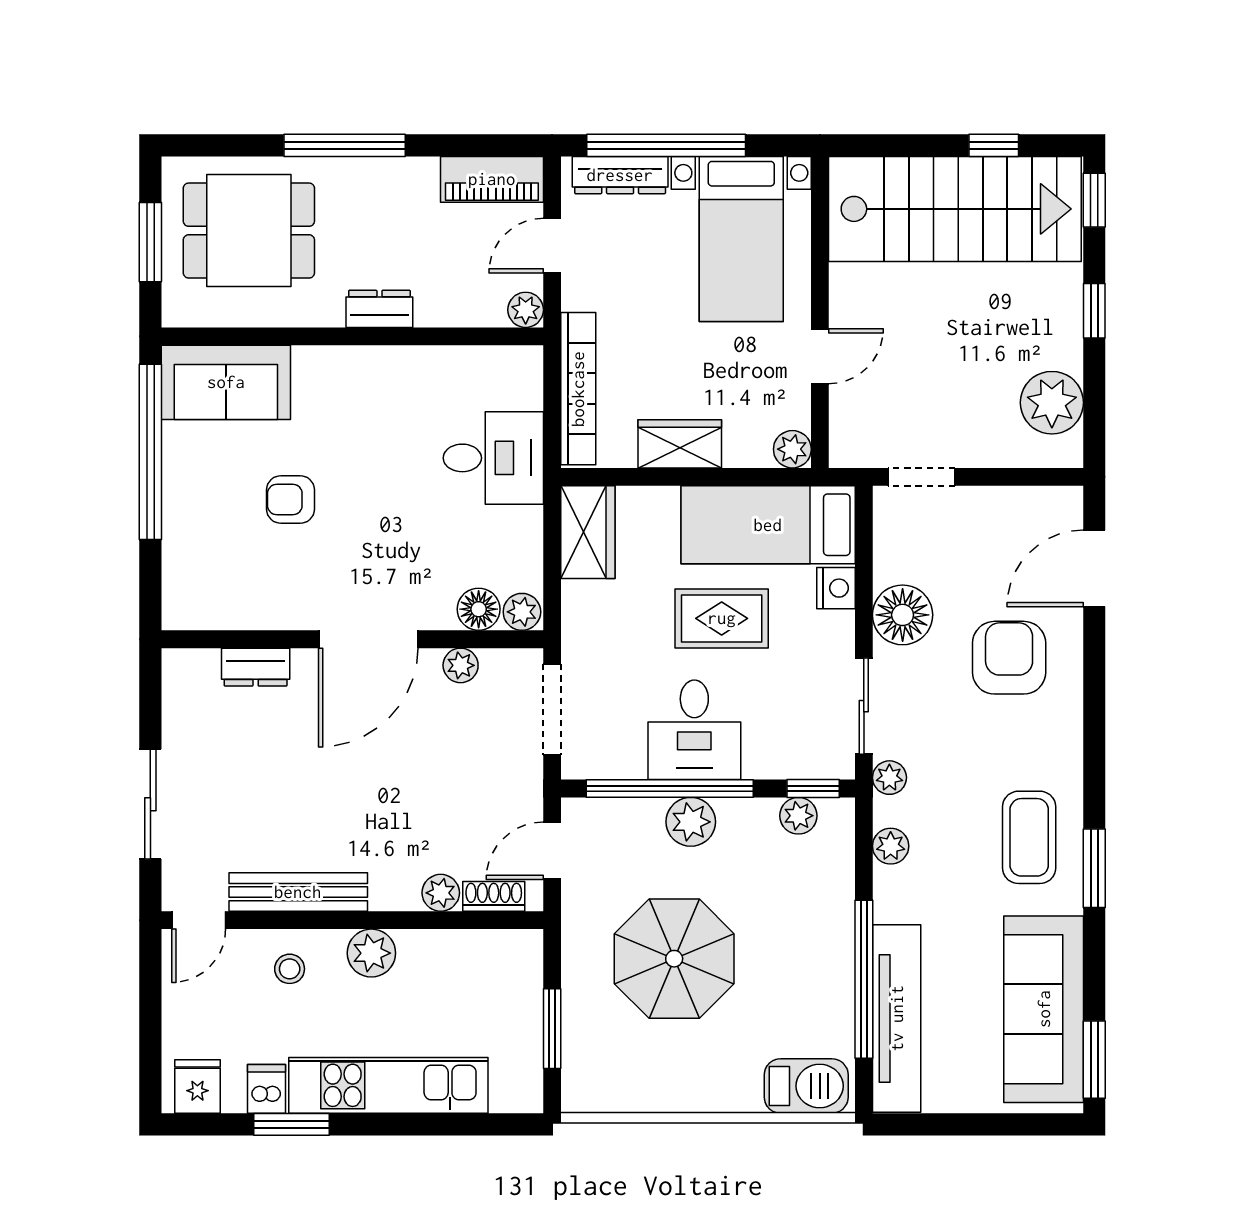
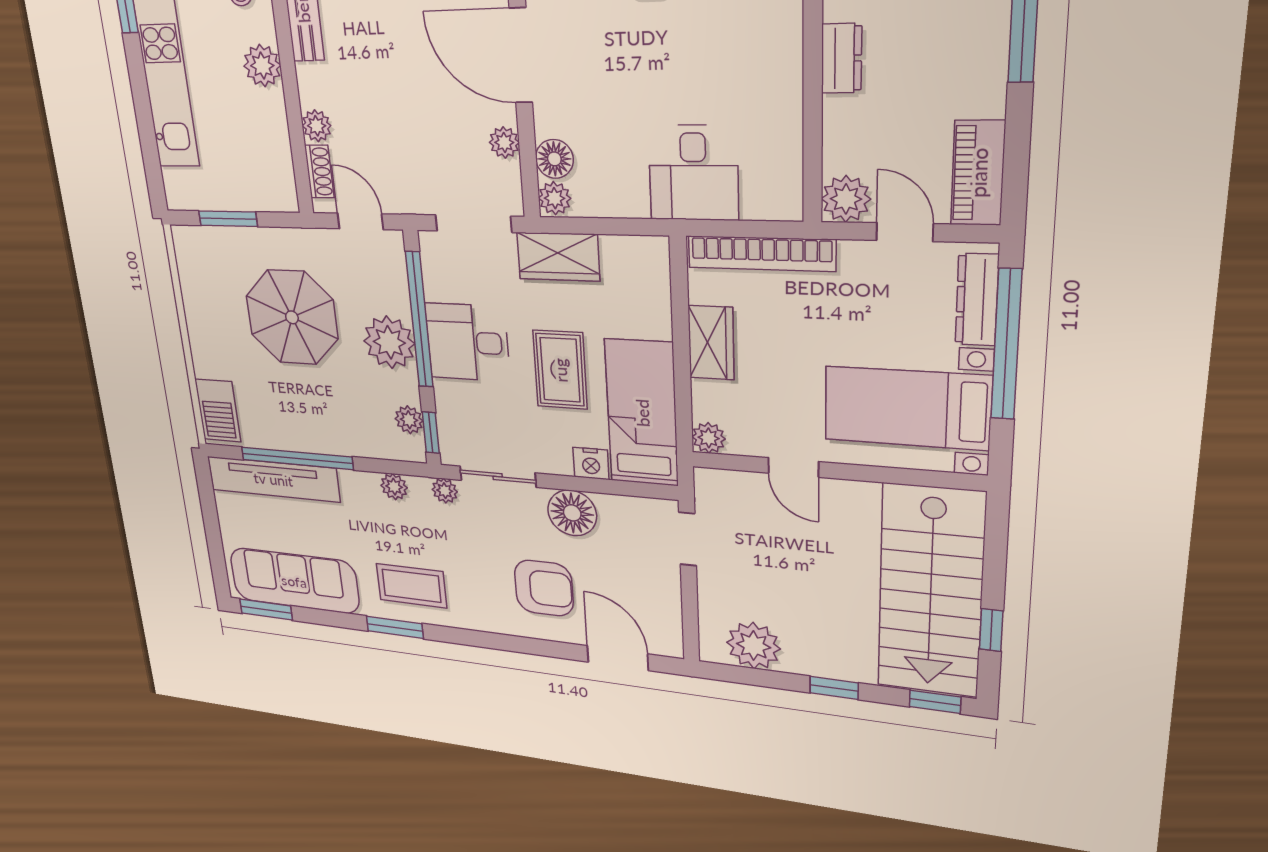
plant: (526, 310) -> (846, 199), width x1.38, depth x1.38
wardrobe: (588, 532) -> (558, 257), moved
plant: (691, 822) -> (389, 342), width x1.36, depth x1.36

